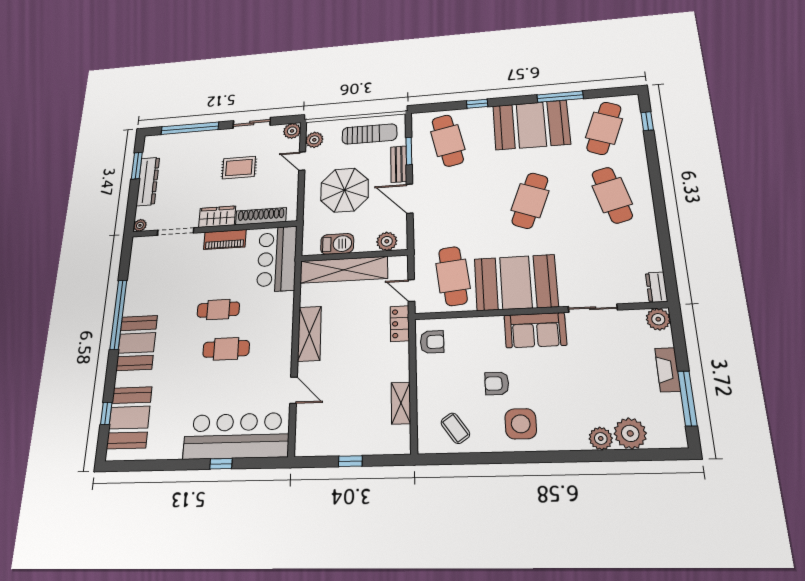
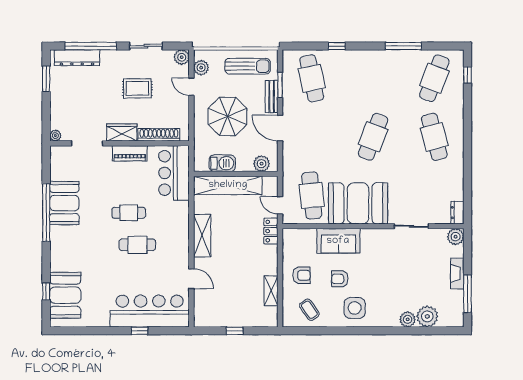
booth: (531, 125) -> (379, 70), removed
dresser: (148, 181) -> (77, 58), moved, turned 90
sofa: (535, 330) -> (338, 241), moved
armchair: (432, 342) -> (302, 275), moved
booth: (137, 343) -> (64, 203), moved

